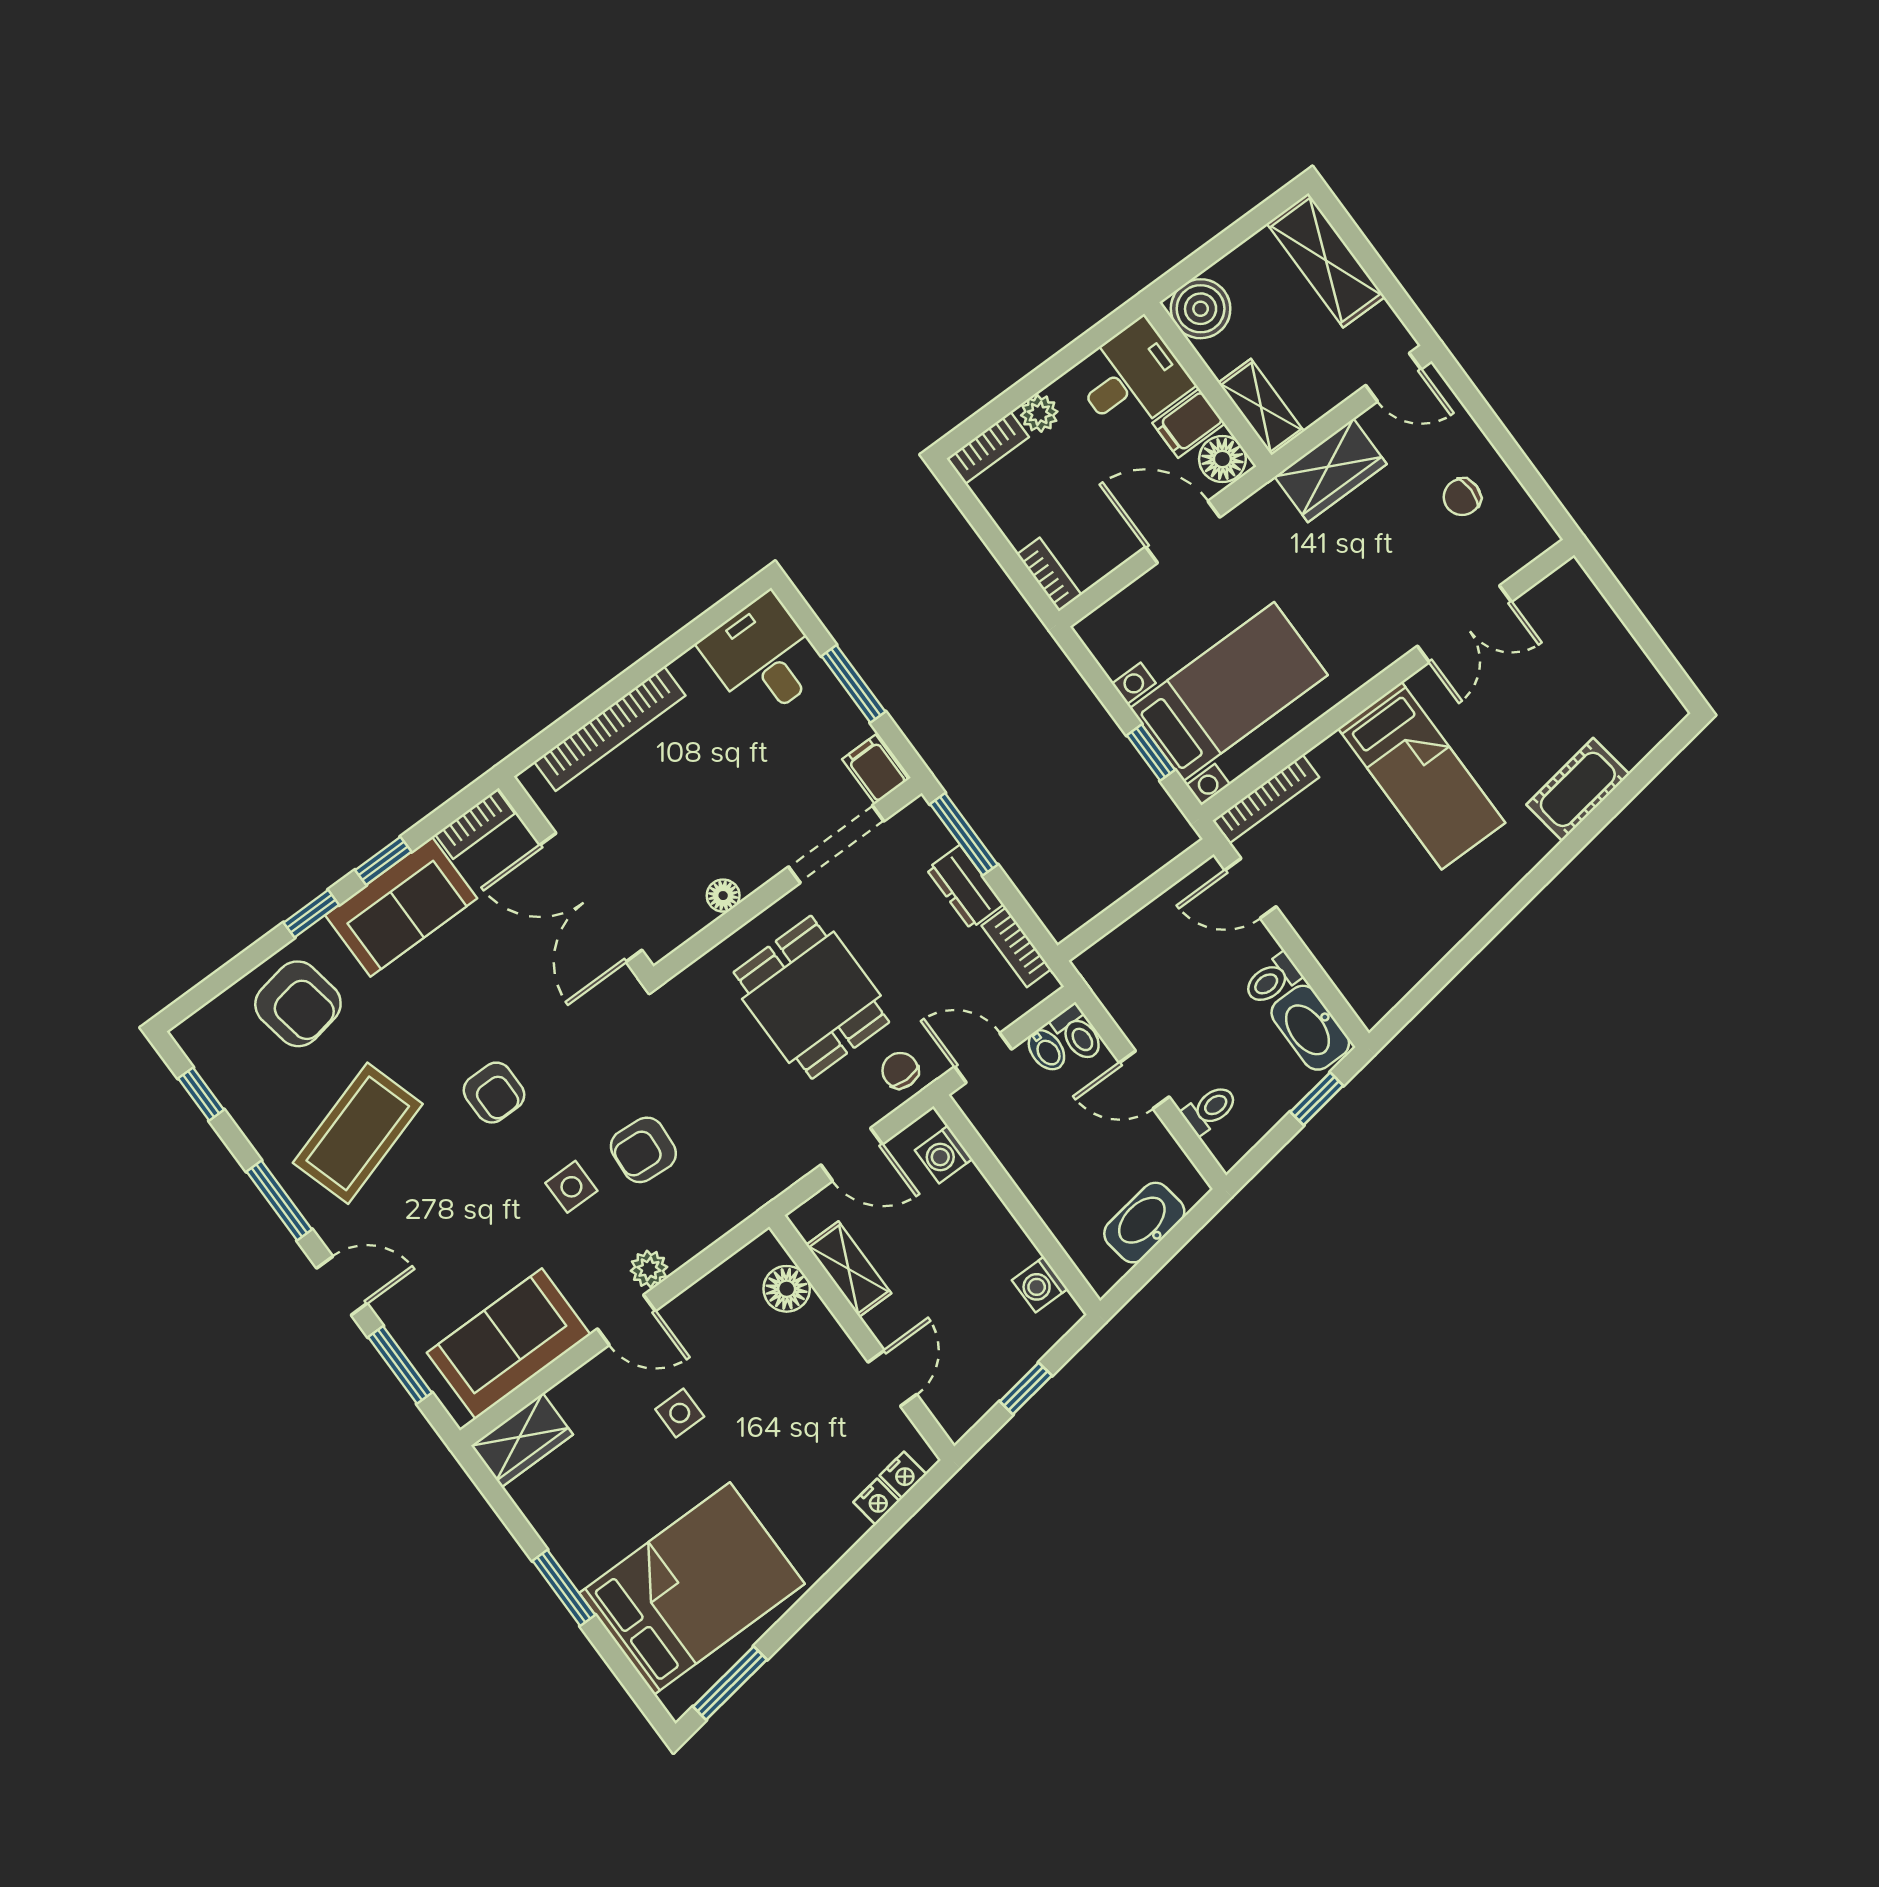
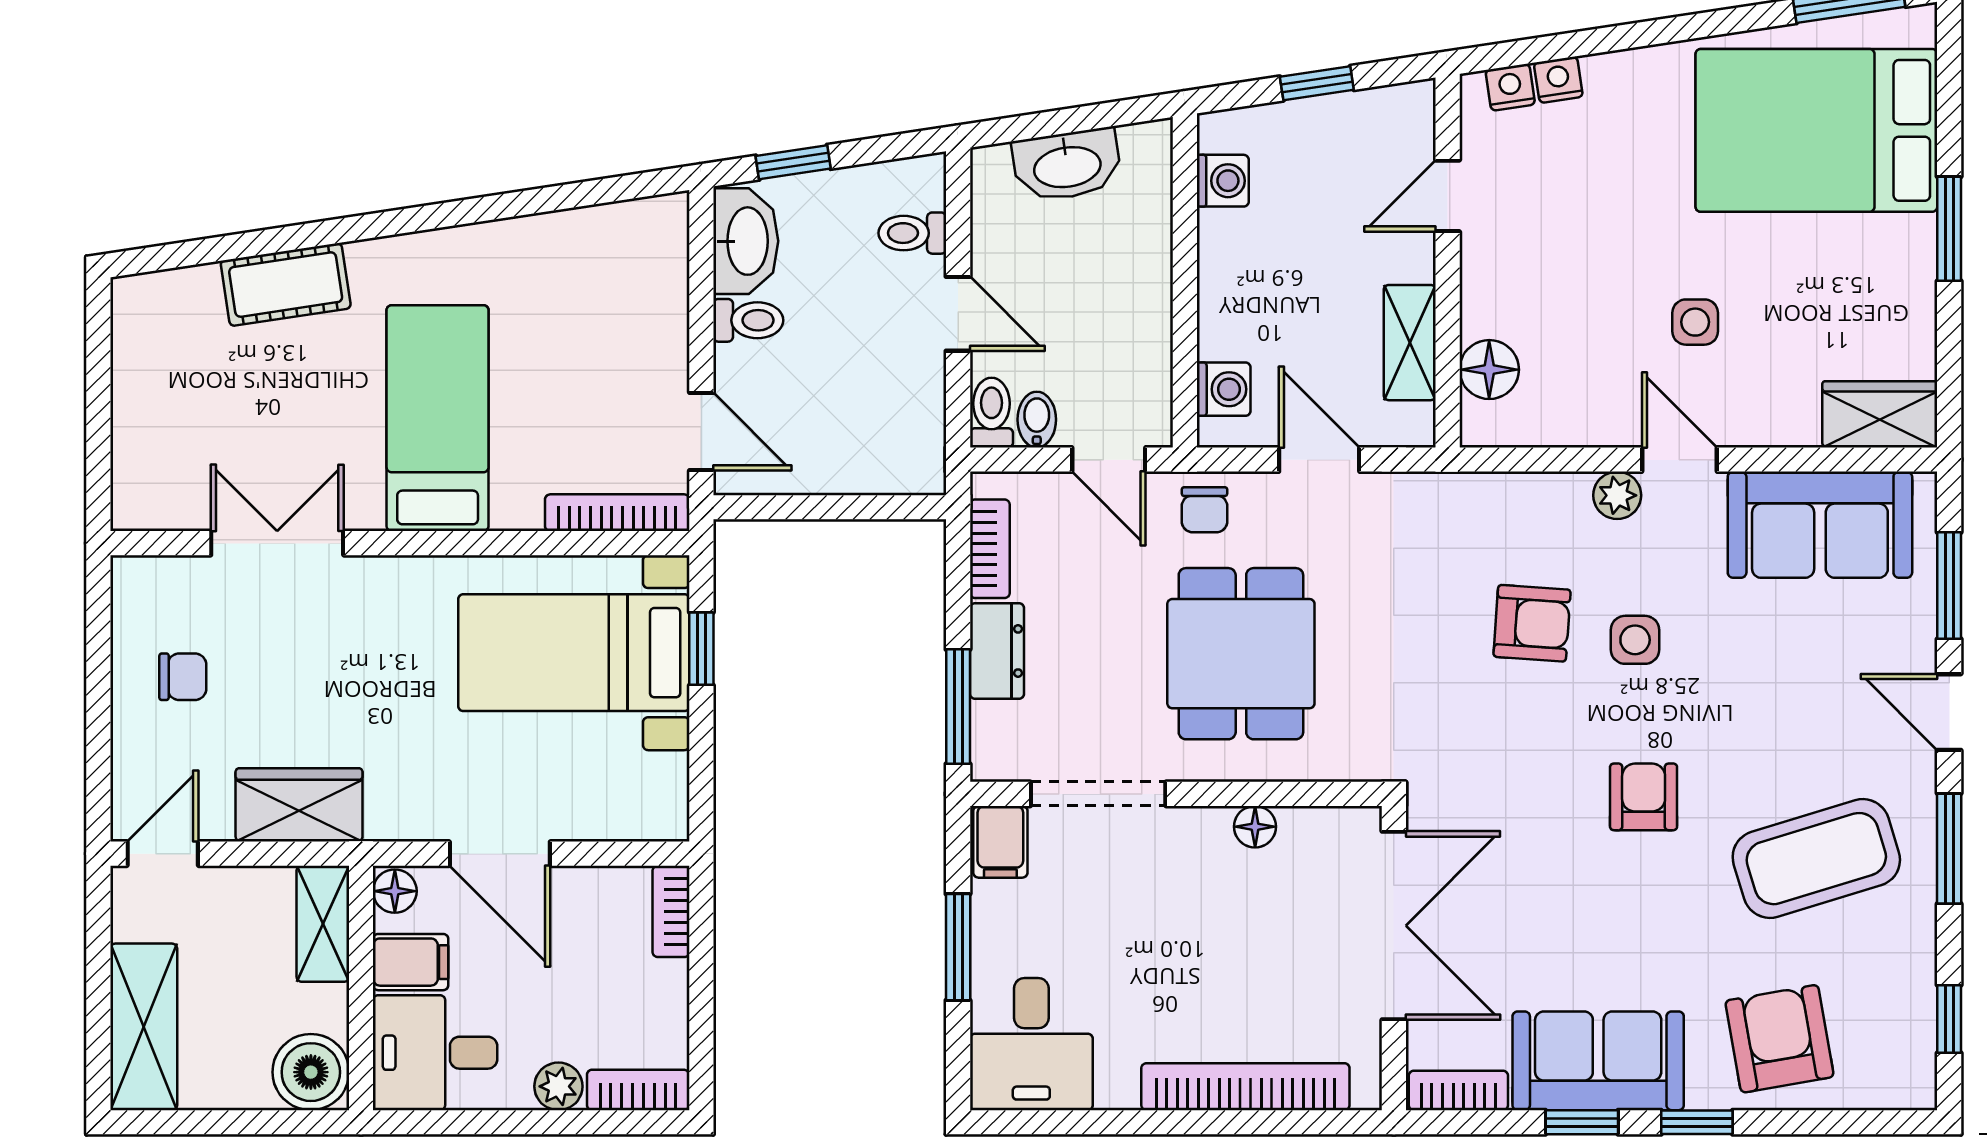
door: (1393, 377) -> (163, 854), hinge flipped
floor lamp: (1222, 459) -> (395, 891), width x0.73, depth x0.73

